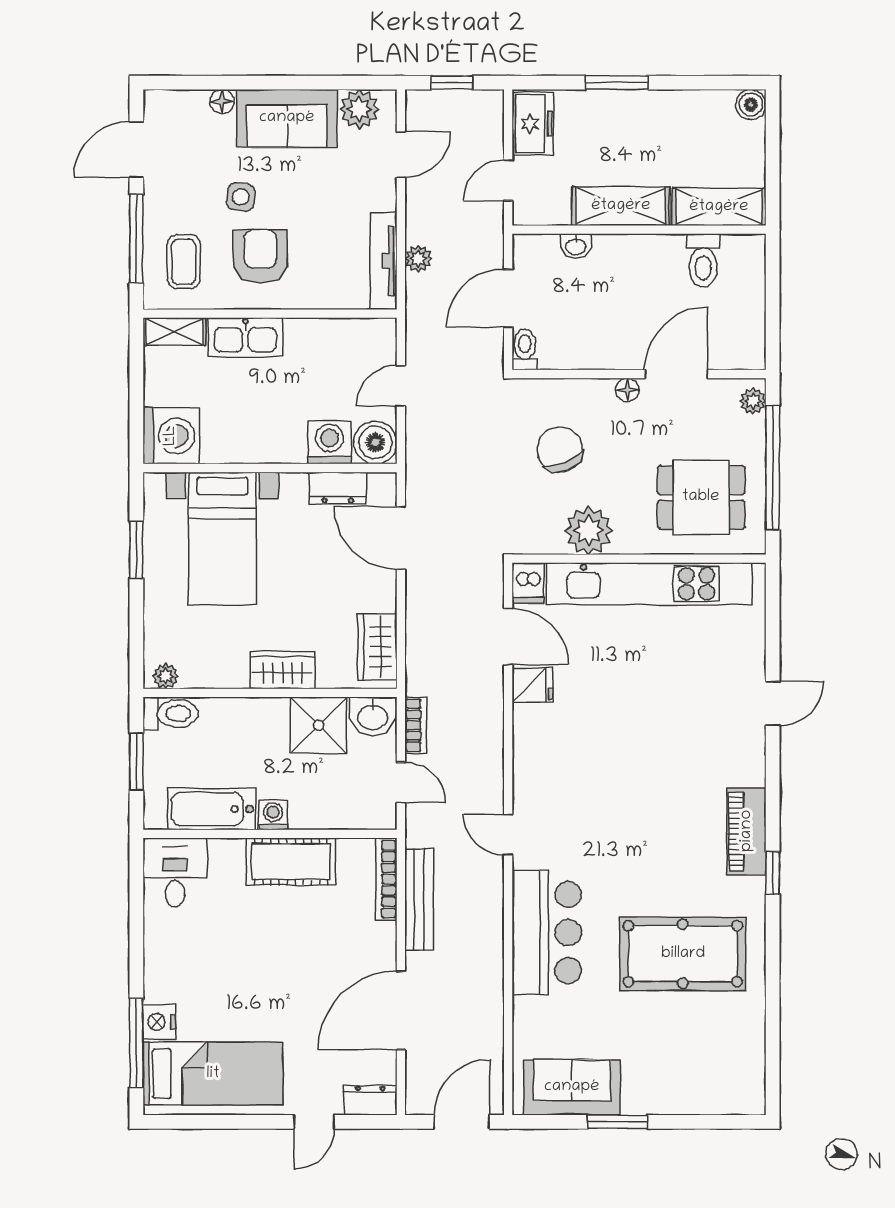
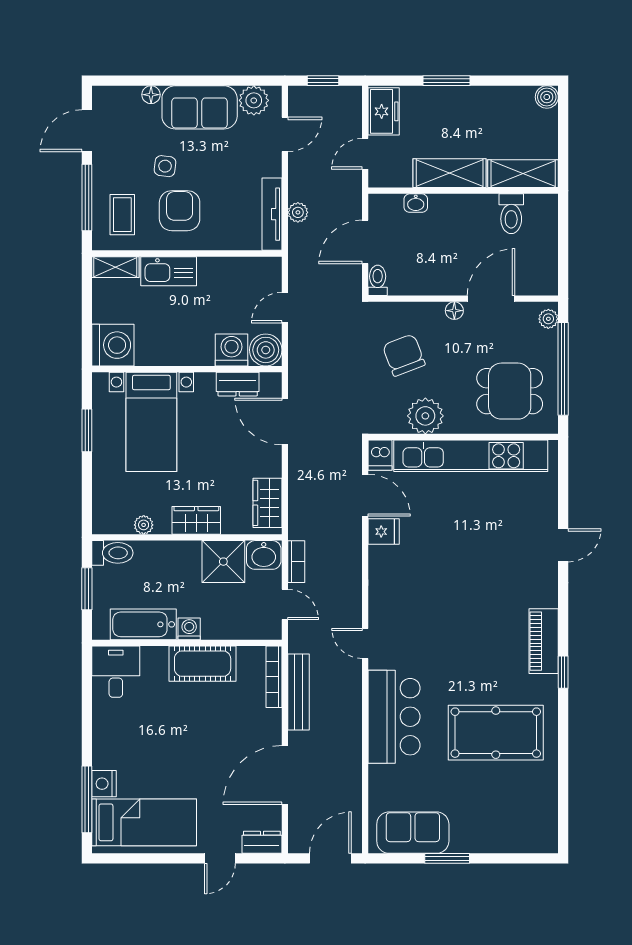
plant: (166, 676) -> (144, 525), moved

